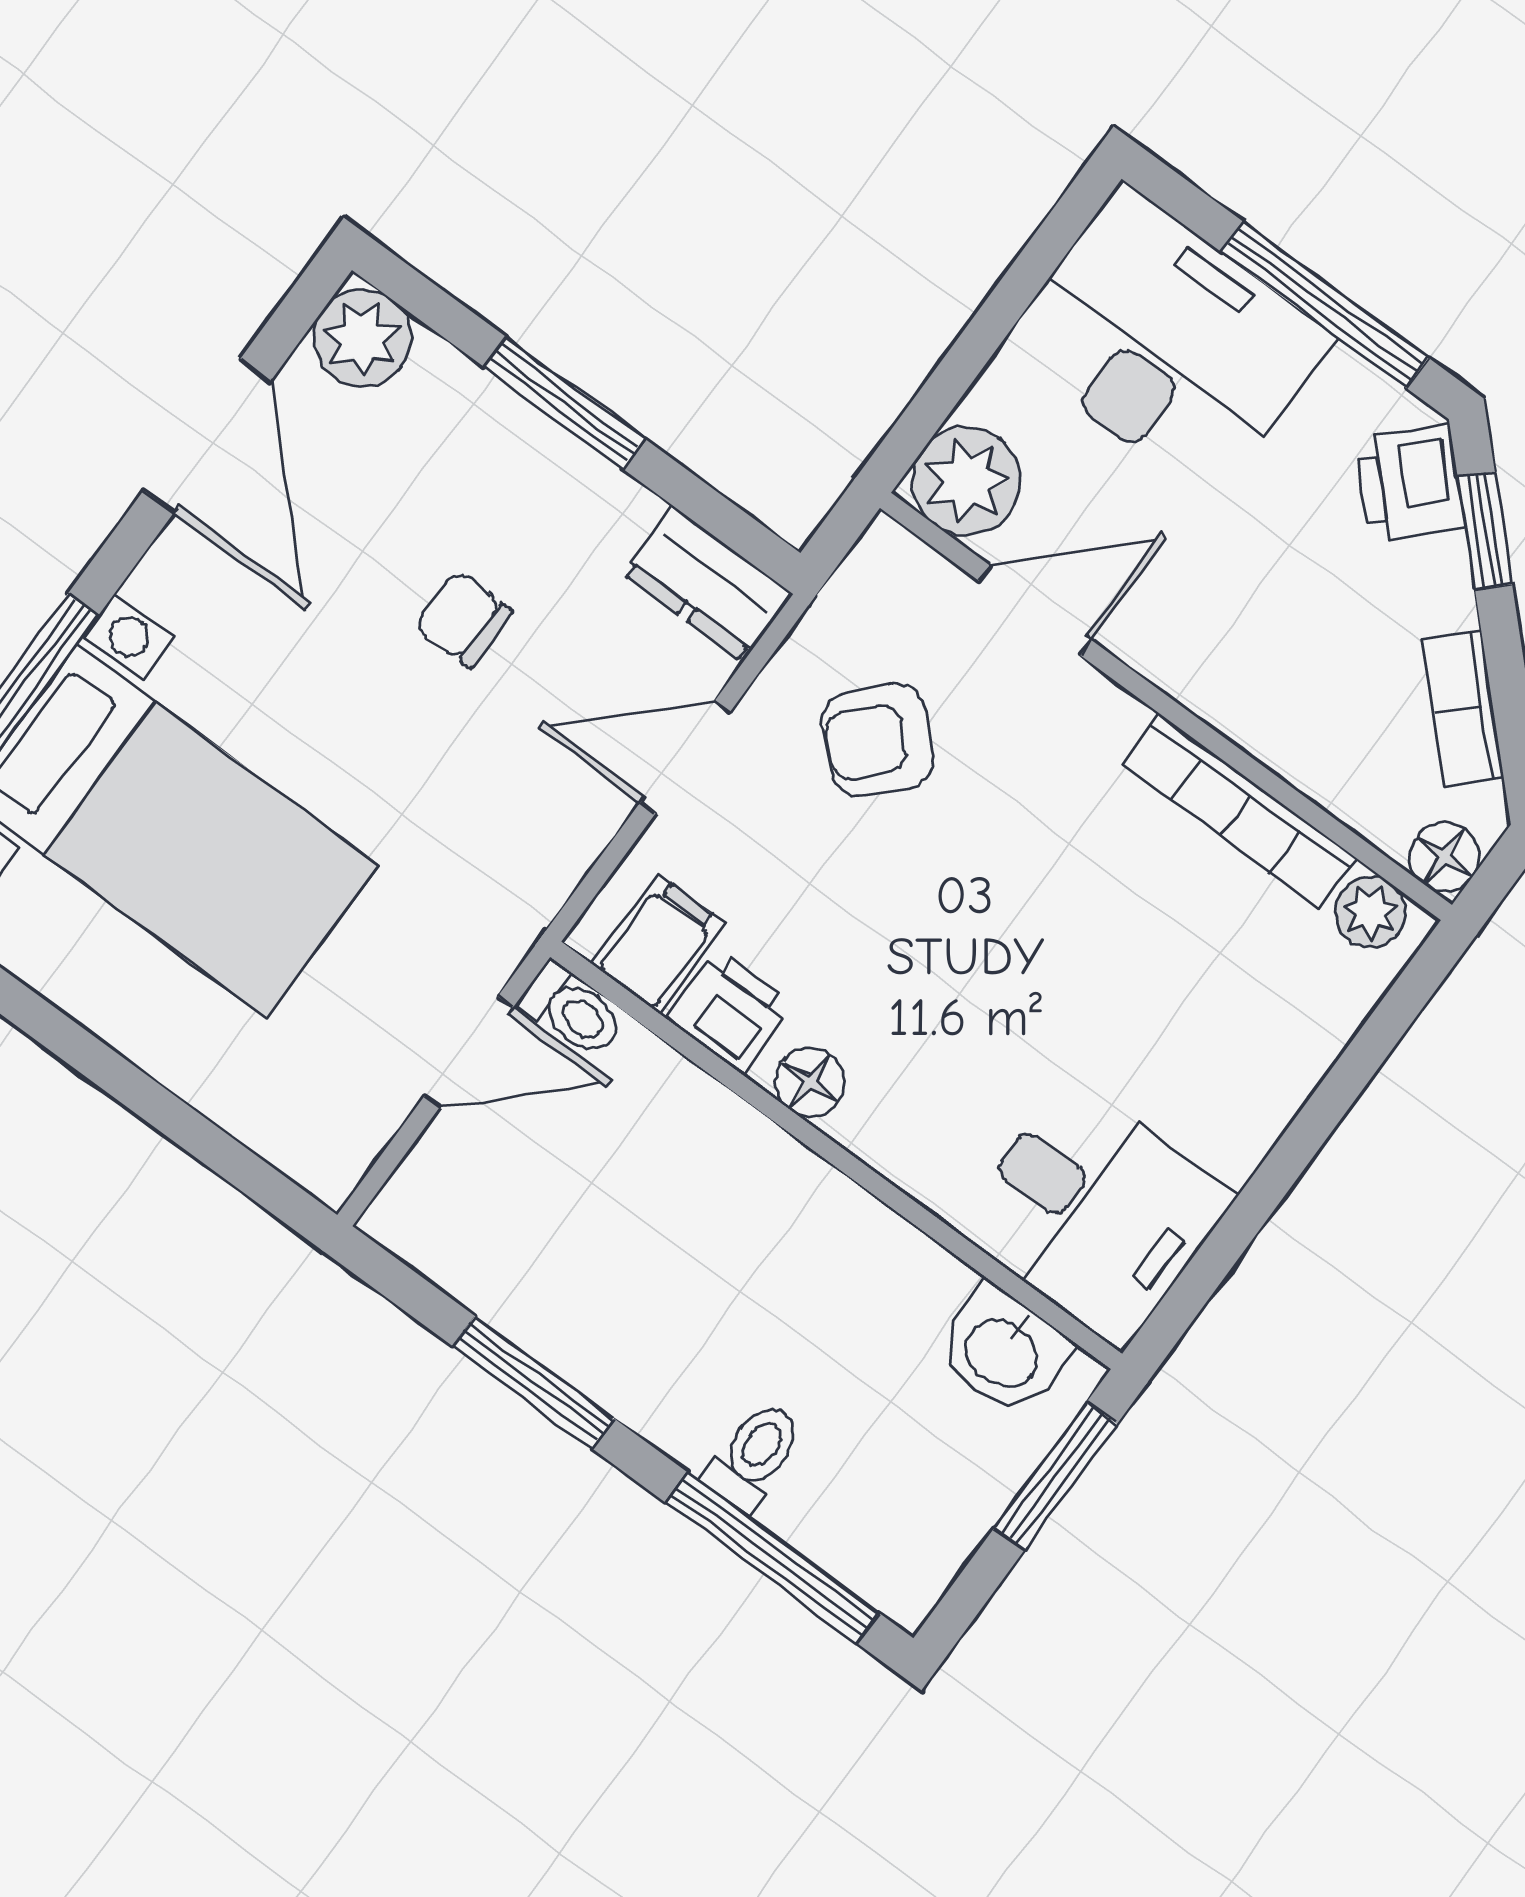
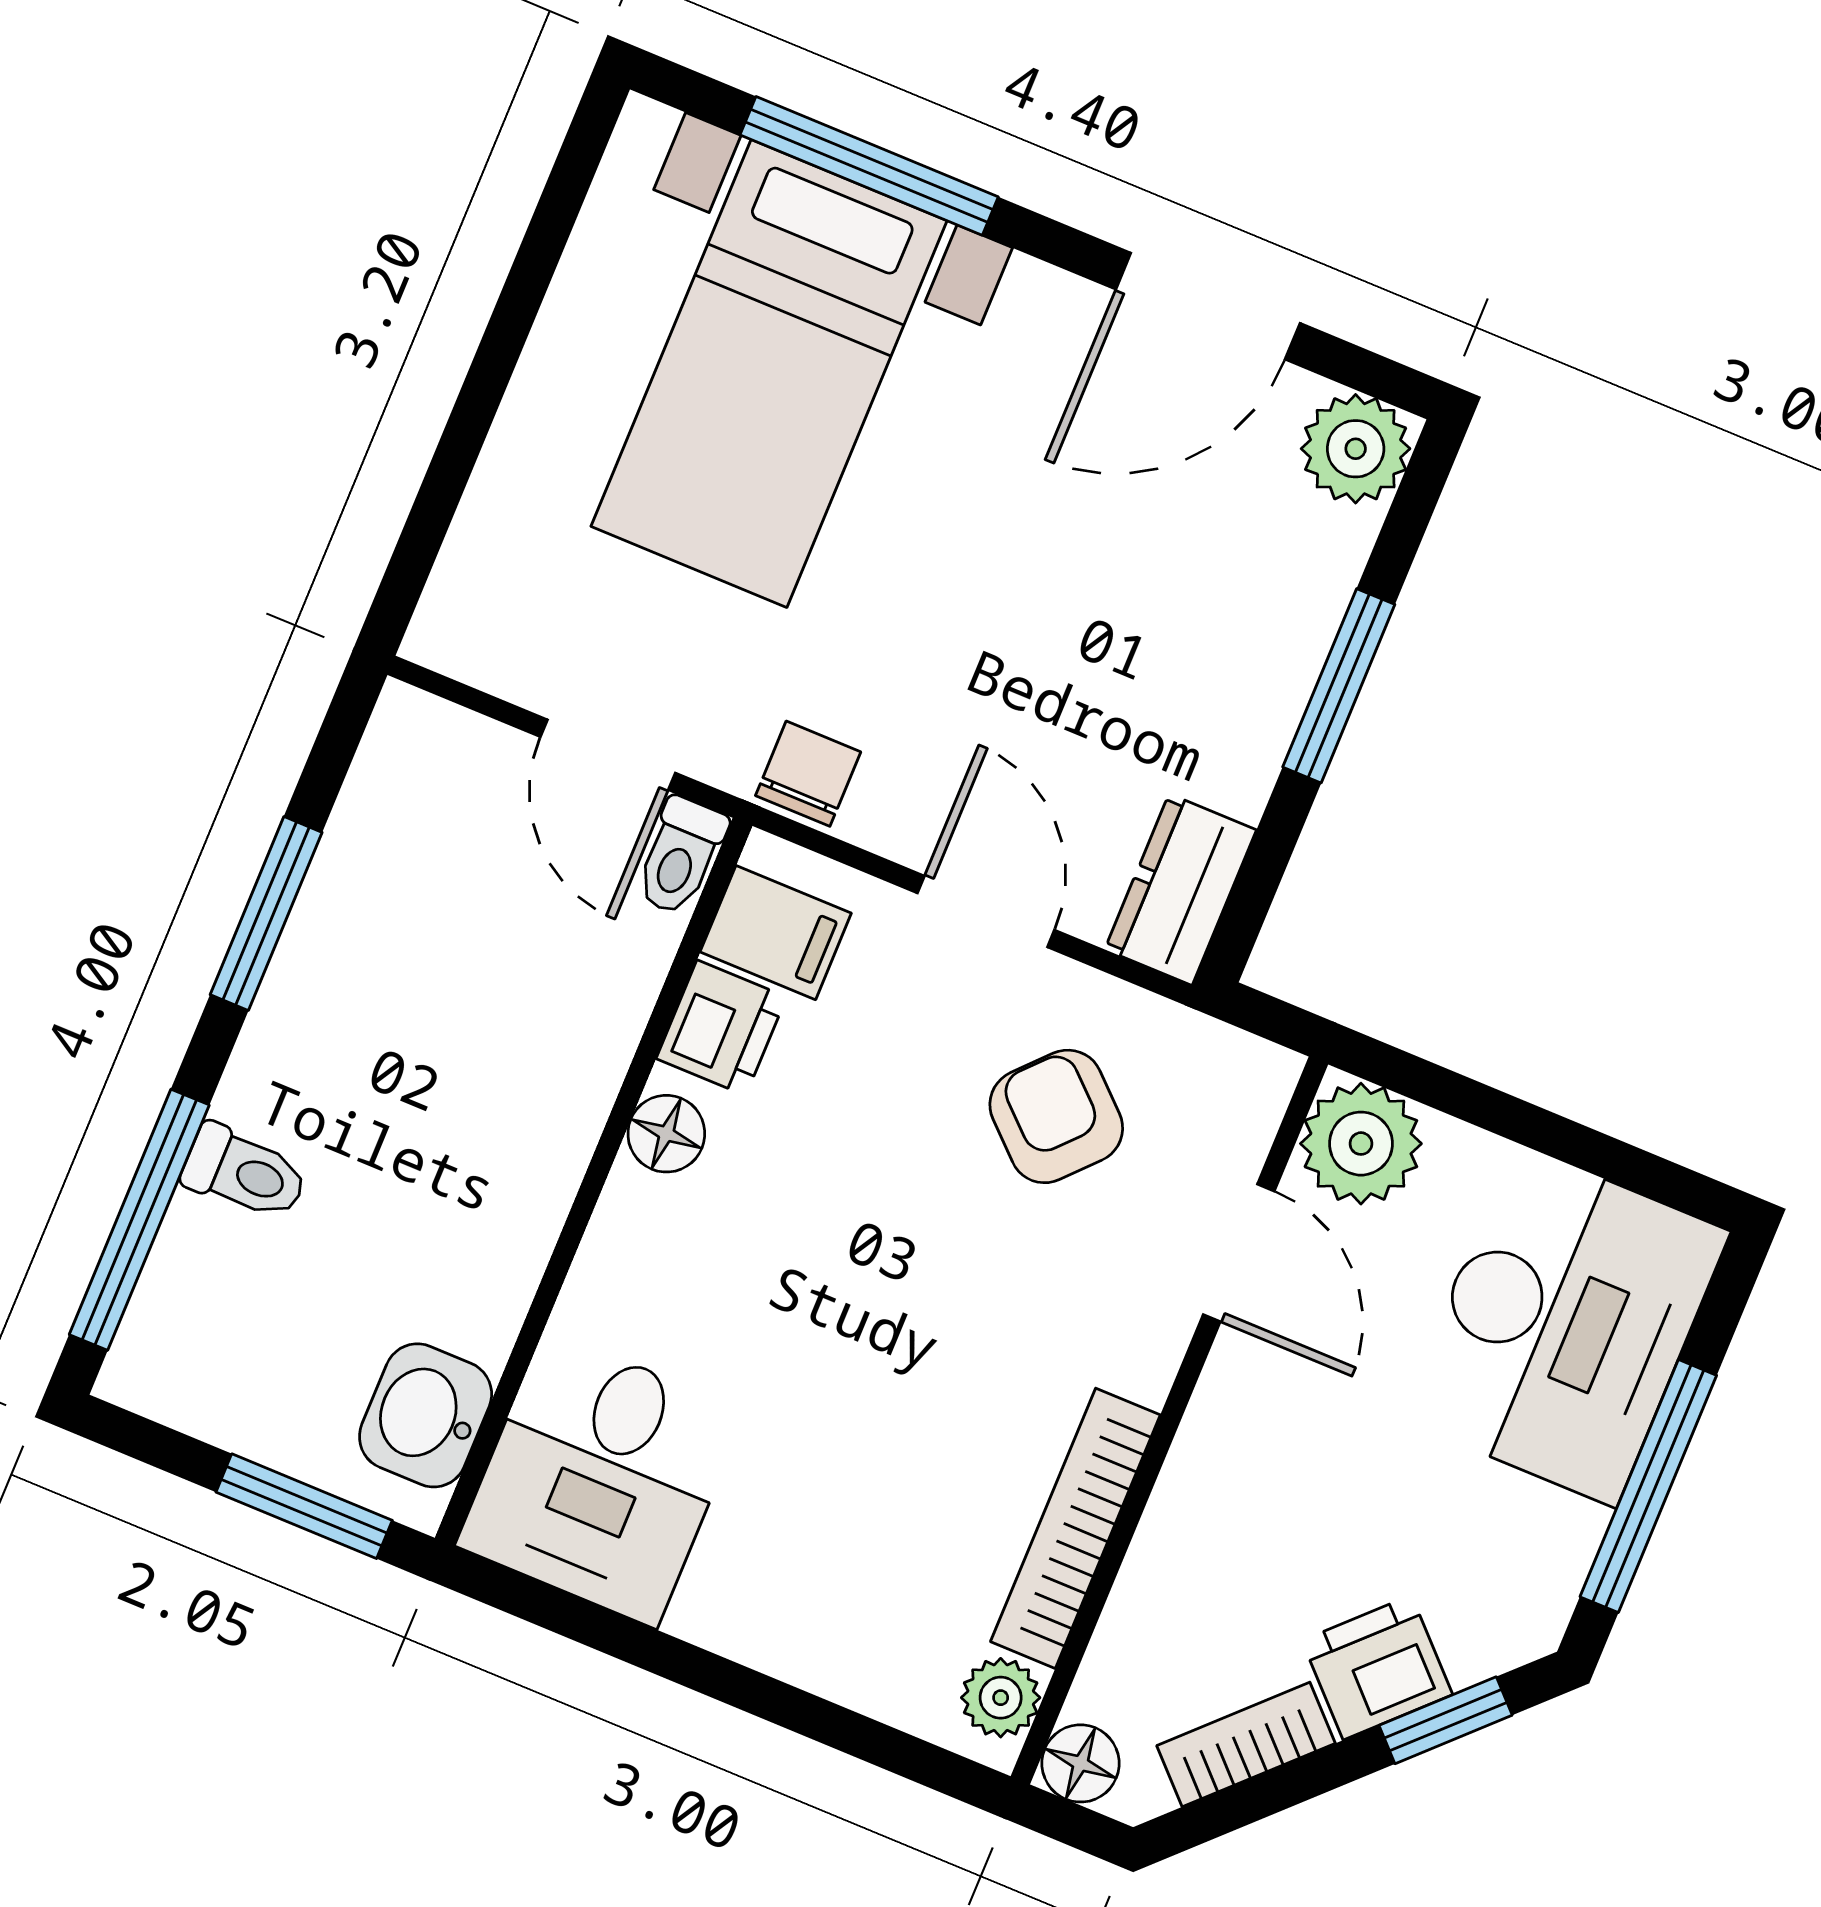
printer: (1410, 484) -> (1377, 1668), moved
chair: (463, 619) -> (808, 774), moved

